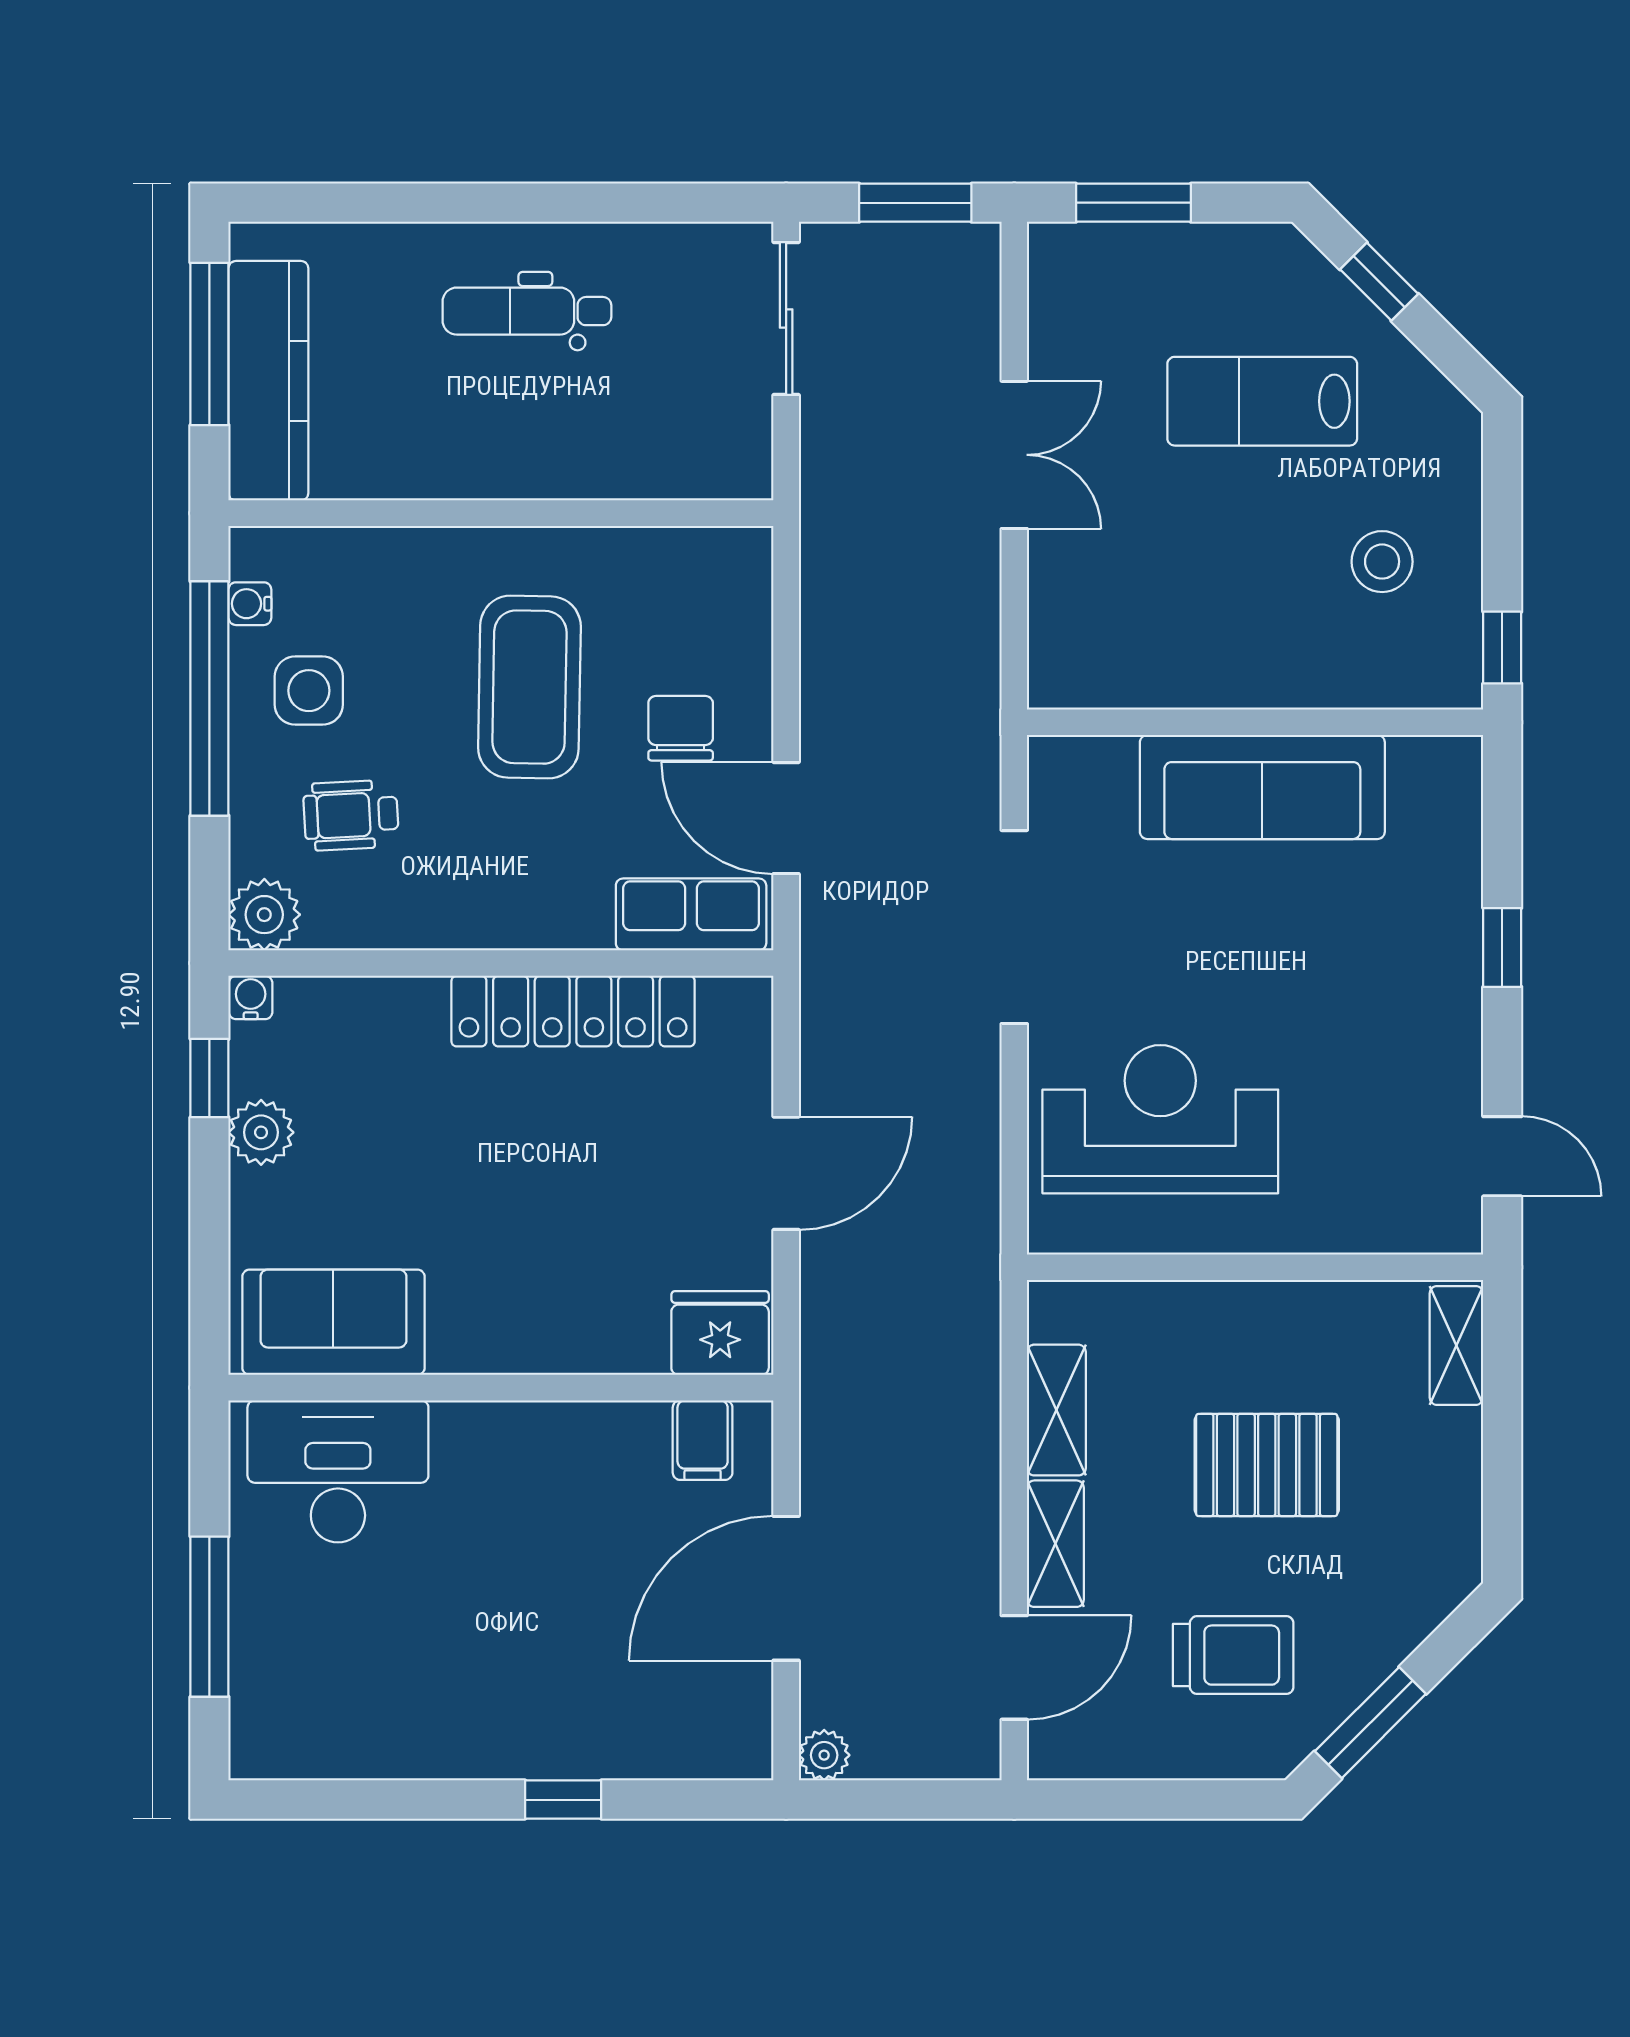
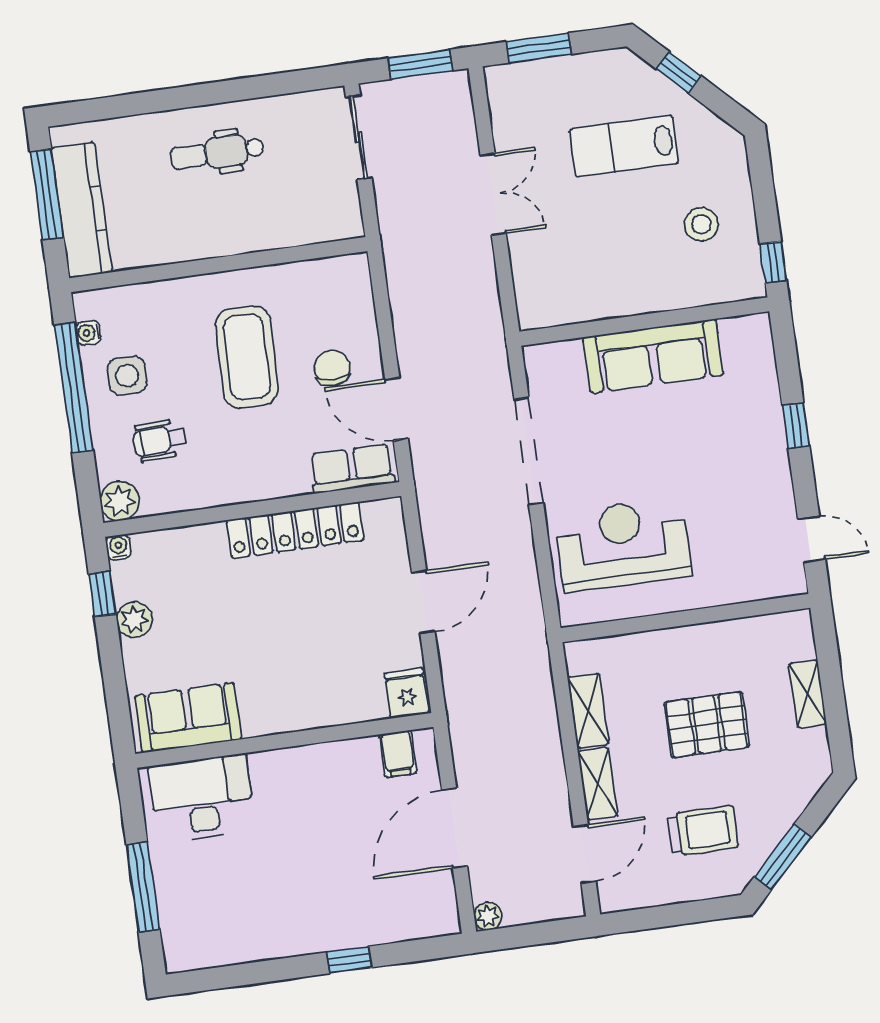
fridge: (720, 1333) -> (407, 693), width x0.72
shelving: (1456, 1345) -> (808, 694), moved

